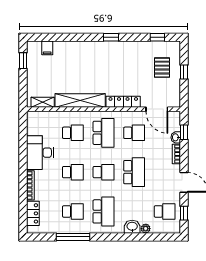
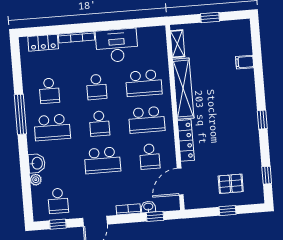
filing cabinet: (47, 48) -> (245, 62), moved
window: (23, 61) -> (210, 17), moved
school desk: (73, 133) -> (144, 83), width x1.85
window: (73, 237) -> (20, 114), moved

